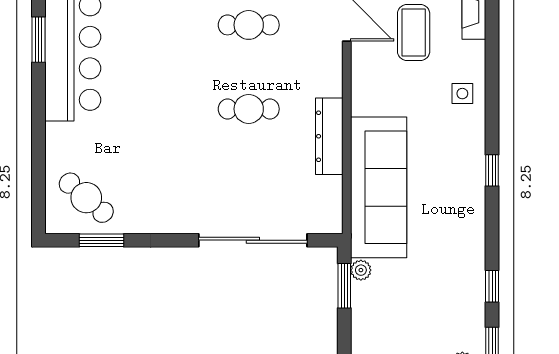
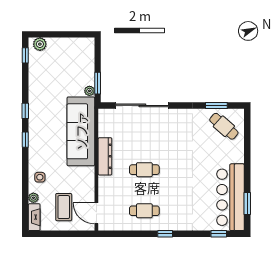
plant: (475, 52) -> (33, 198), added
window: (492, 286) -> (25, 111), moved

